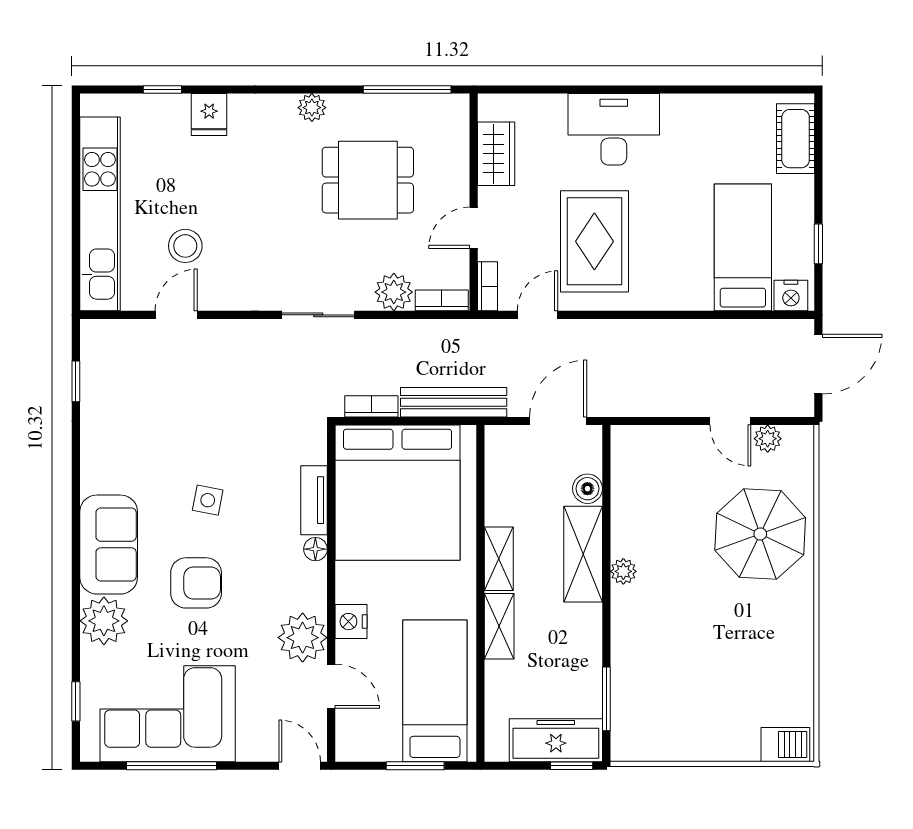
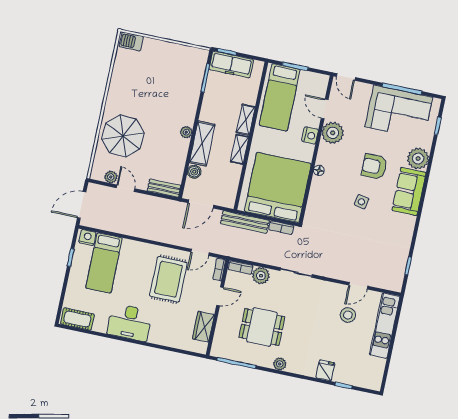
desk: (614, 129) -> (130, 322), moved
cot: (796, 139) -> (77, 319), moved, turned 90
kitchen unit: (100, 214) -> (385, 326), width x0.73
bench: (646, 439) -> (164, 188), added
tv unit: (314, 500) -> (315, 192), removed

